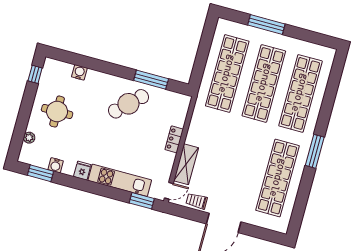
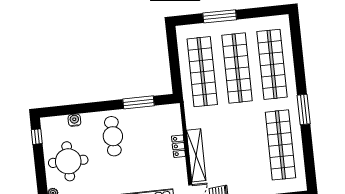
cafe table: (128, 104) -> (113, 136), moved, turned -46
round table: (57, 112) -> (68, 161), width x1.36, depth x1.36
shelving: (186, 164) -> (196, 155), width x1.47

